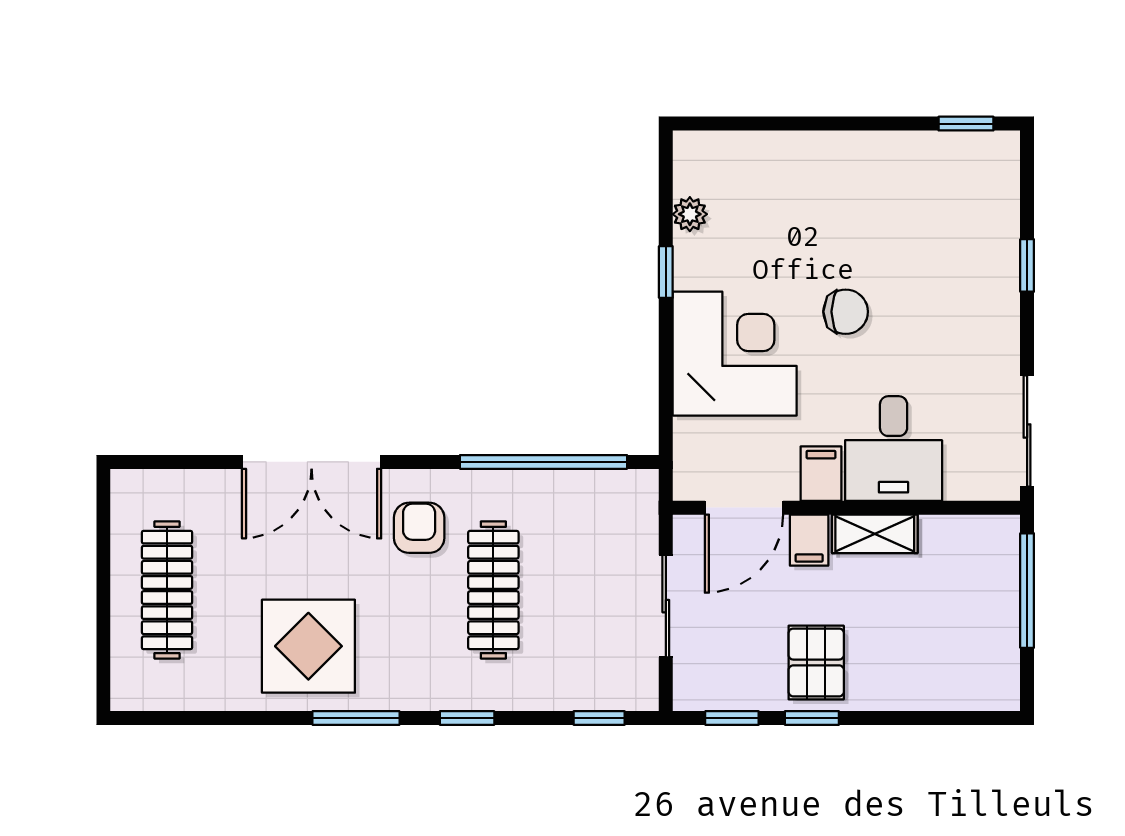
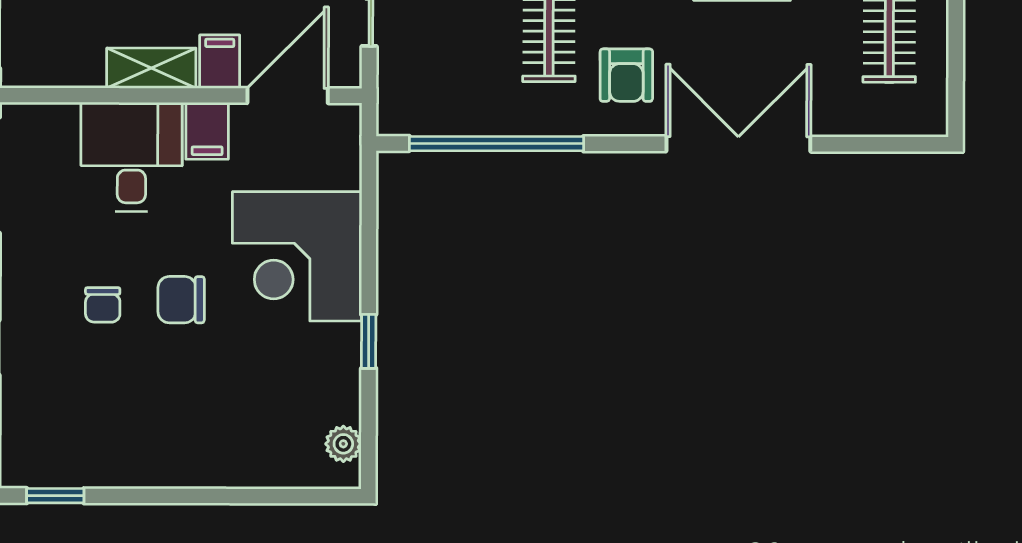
plant: (690, 214) -> (343, 444), moved
chair: (921, 307) -> (103, 305), added

